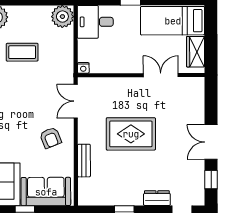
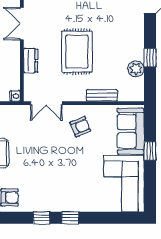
plant: (112, 197) -> (136, 69), added
dresser: (157, 198) -> (31, 61), moved, turned 180

